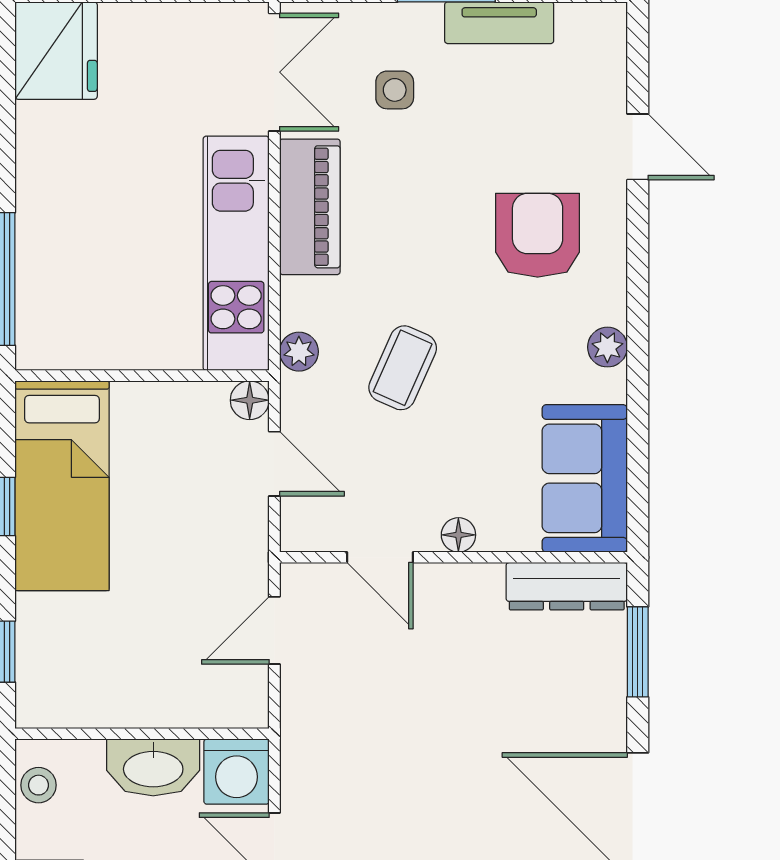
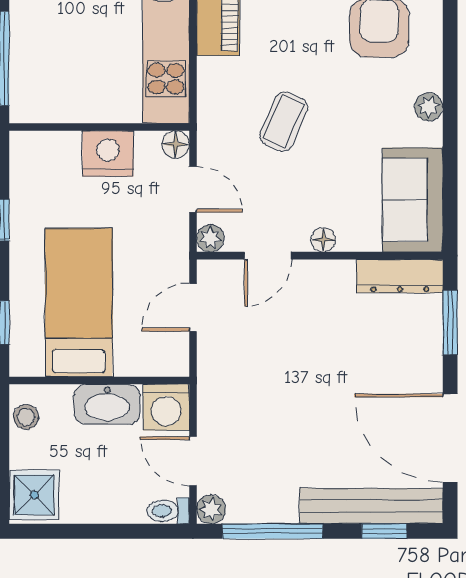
plant: (299, 352) -> (210, 238), moved
nightstand: (154, 413) -> (108, 154), added
bed: (62, 486) -> (79, 303), moved, turned 180
door: (380, 557) -> (268, 256), hinge flipped

